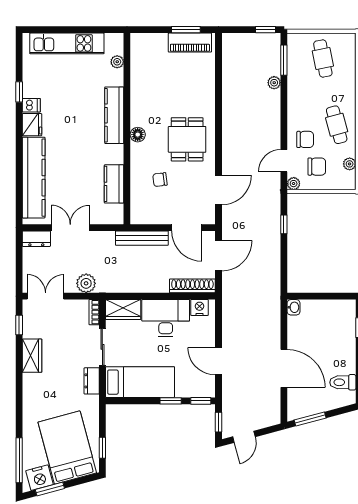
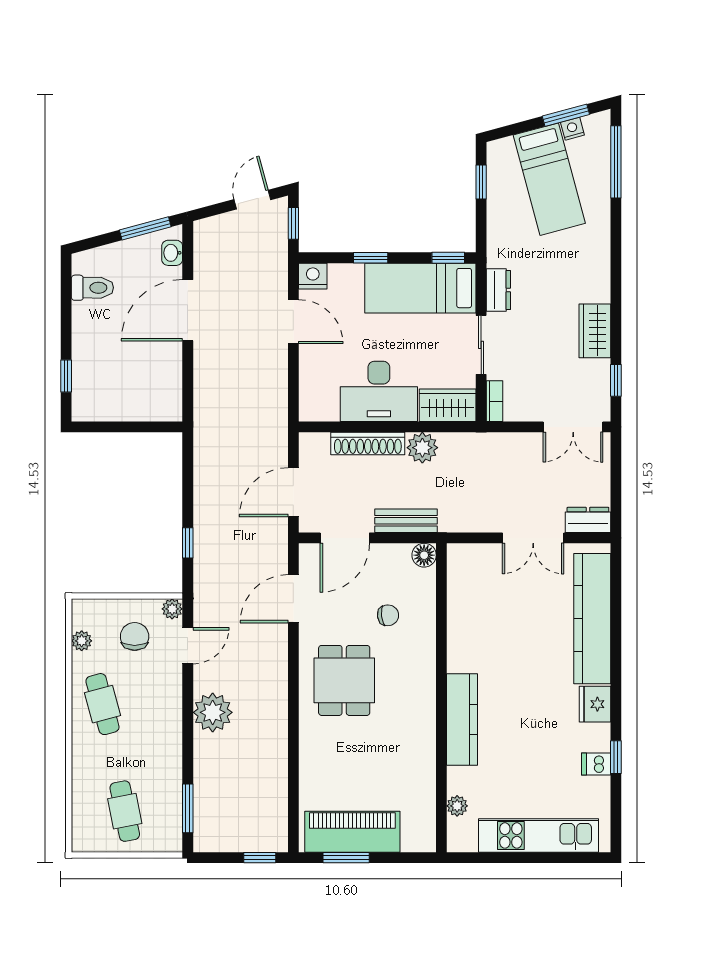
window: (266, 30) -> (260, 858), moved
piano: (190, 43) -> (352, 832), width x1.37, depth x1.33
plant: (274, 83) -> (213, 712), moved, width x1.87, depth x1.87
dishwasher: (31, 105) -> (596, 764), moved
floor lamp: (138, 135) -> (424, 555), moved
chair: (305, 139) -> (153, 680), removed
chair: (317, 167) -> (135, 636), turned 90
kitchen counter: (114, 184) -> (462, 608), removed
door: (187, 228) -> (345, 538), swing flipped
bench: (142, 238) -> (406, 521), width x0.73
plant: (86, 283) -> (422, 448), moved
shoe rack: (192, 286) -> (368, 444), moved
nightstand: (199, 307) -> (313, 276), moved, turned 180
washbasin: (294, 307) -> (172, 253), moved
door: (284, 368) -> (188, 310), hinge flipped
window: (201, 401) -> (448, 258), moved
bed: (67, 448) -> (549, 179), width x0.67
nightstand: (39, 478) -> (572, 129), width x0.53, depth x0.56

